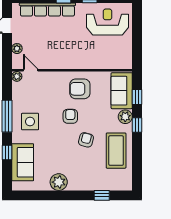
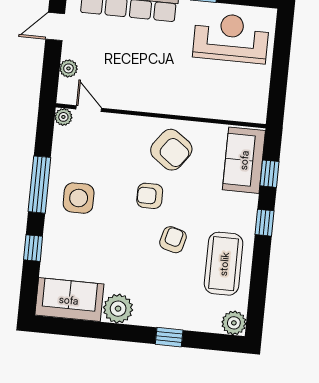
armchair: (80, 89) -> (171, 150), turned -144
armchair: (70, 116) -> (150, 196), turned -90
plant: (125, 117) -> (234, 323), moved
sofa: (23, 162) -> (69, 300), moved, turned -90
window: (102, 195) -> (169, 337), moved

